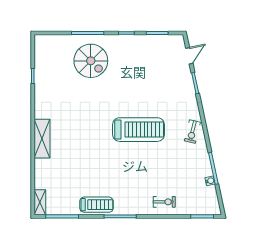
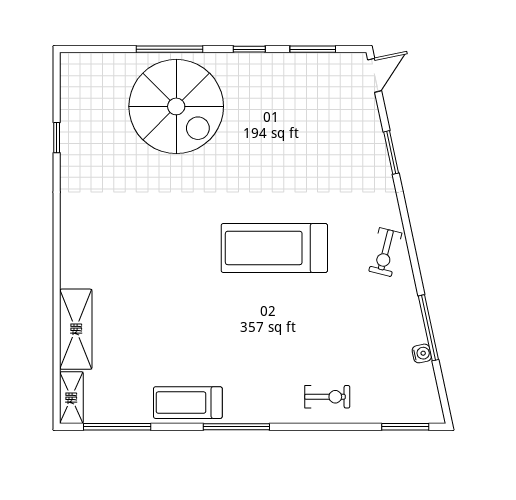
door: (189, 56) -> (375, 75), moved
spiral stairs: (91, 61) -> (176, 106), width x1.37, depth x1.37
treadmill: (139, 130) -> (274, 248), turned 180
shelving: (42, 139) -> (76, 329), moved
treadmill: (96, 205) -> (188, 403), turned 180

